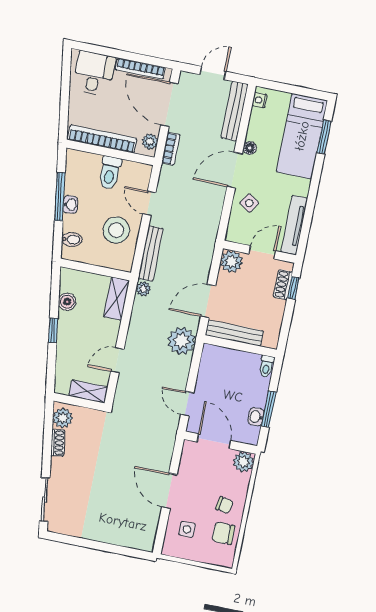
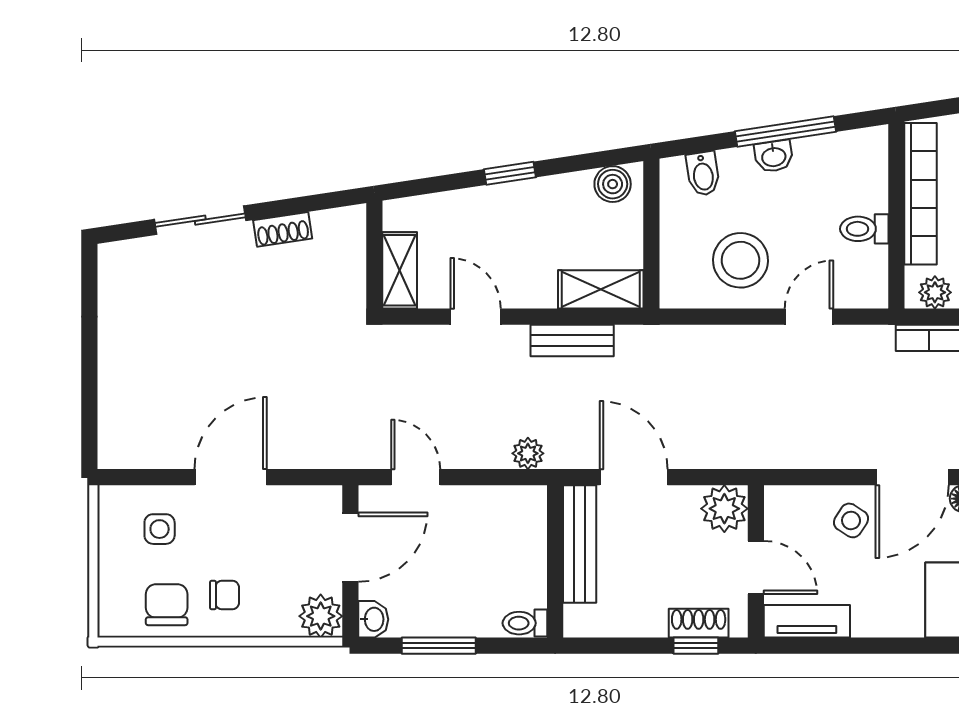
door: (235, 170) -> (912, 477), swing flipped
toilet: (110, 173) -> (864, 229), width x0.73, depth x0.72
tv unit: (294, 225) -> (807, 621), width x0.71
bench: (151, 253) -> (572, 340), moved, width x0.73
plant: (143, 289) -> (632, 340), removed
boiler: (67, 302) -> (613, 184), moved
plant: (182, 341) -> (528, 453), width x0.53, depth x0.53
door: (187, 404) -> (416, 477), hinge flipped
washbasin: (256, 417) -> (373, 619), moved, turned 90
plant: (63, 418) -> (335, 229), removed
sliding door: (45, 499) -> (200, 220), moved
chair: (224, 505) -> (225, 595), turned -100

